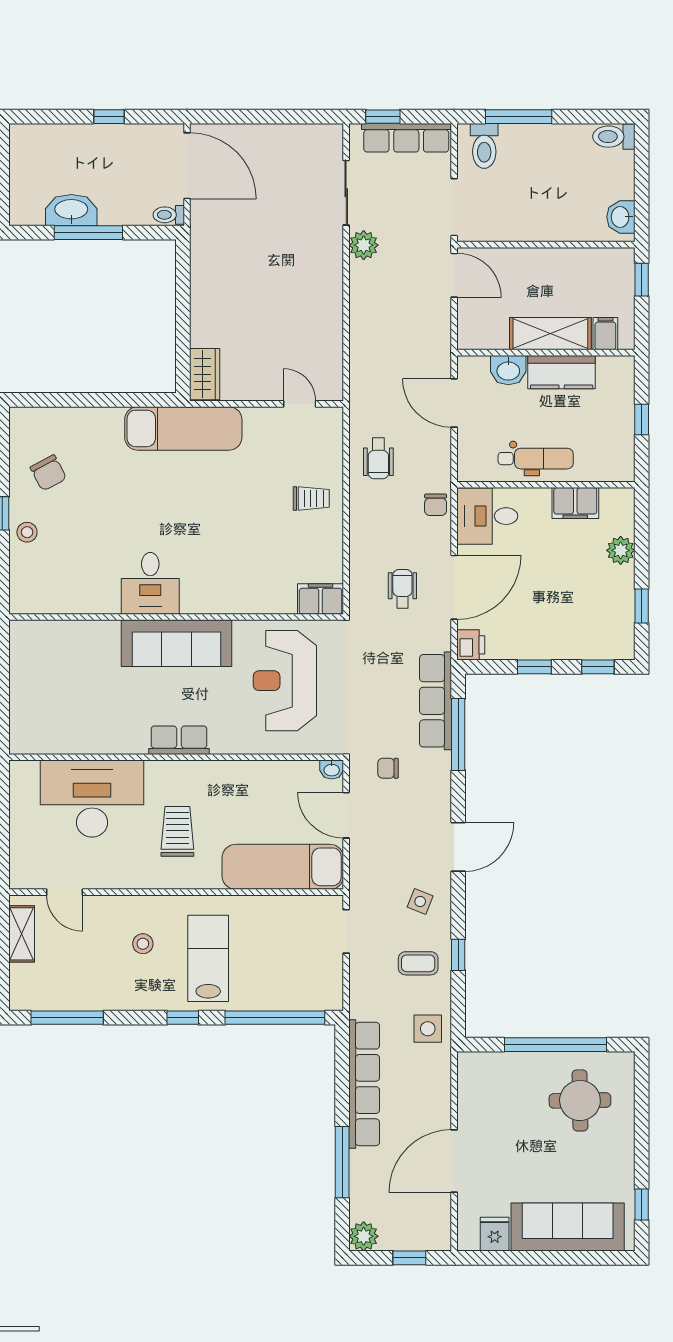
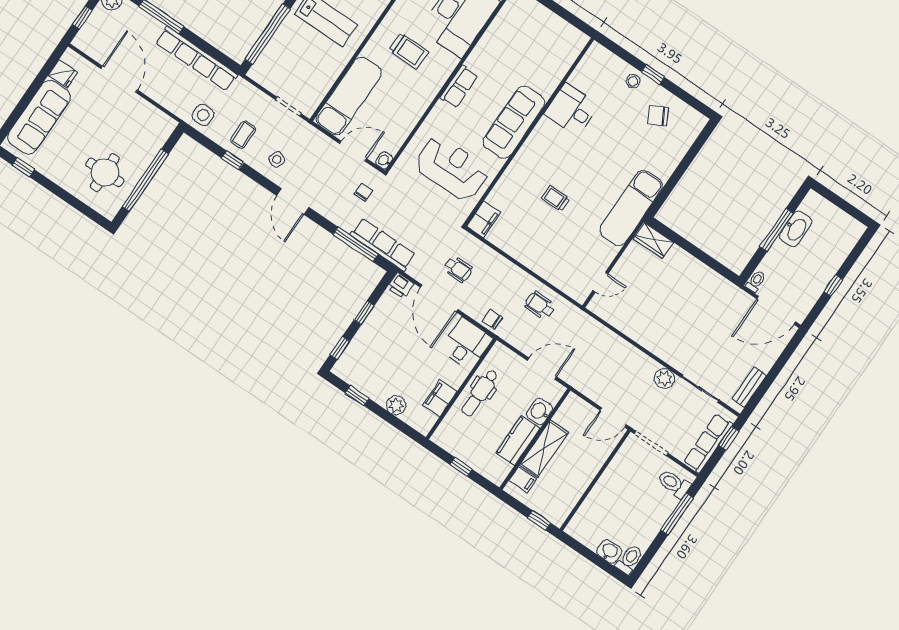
bench: (303, 134) -> (749, 387), added
washbasin: (621, 217) -> (609, 551), moved
trolley: (311, 498) -> (555, 199), moved, turned 90
desk: (150, 583) -> (572, 110), moved

